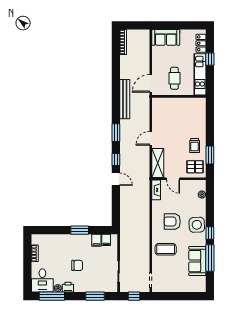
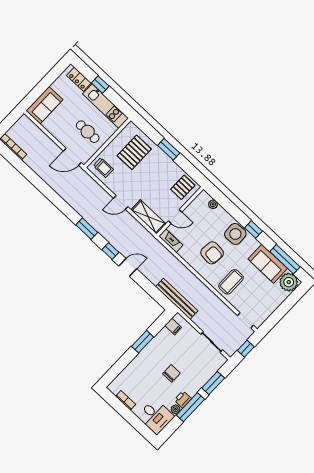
door: (151, 83) -> (72, 157), hinge flipped
bench: (125, 99) -> (177, 299), moved
pallet: (188, 118) -> (134, 152), added
door: (151, 138) -> (121, 202), hinge flipped
trolley: (195, 146) -> (103, 167), moved
window: (210, 155) -> (169, 149), moved
armchair: (172, 222) -> (212, 253), turned -85
filing cabinet: (96, 240) -> (165, 335), removed
window: (210, 258) -> (285, 259), moved
plant: (198, 284) -> (289, 282), added
window: (52, 296) -> (190, 407), moved

